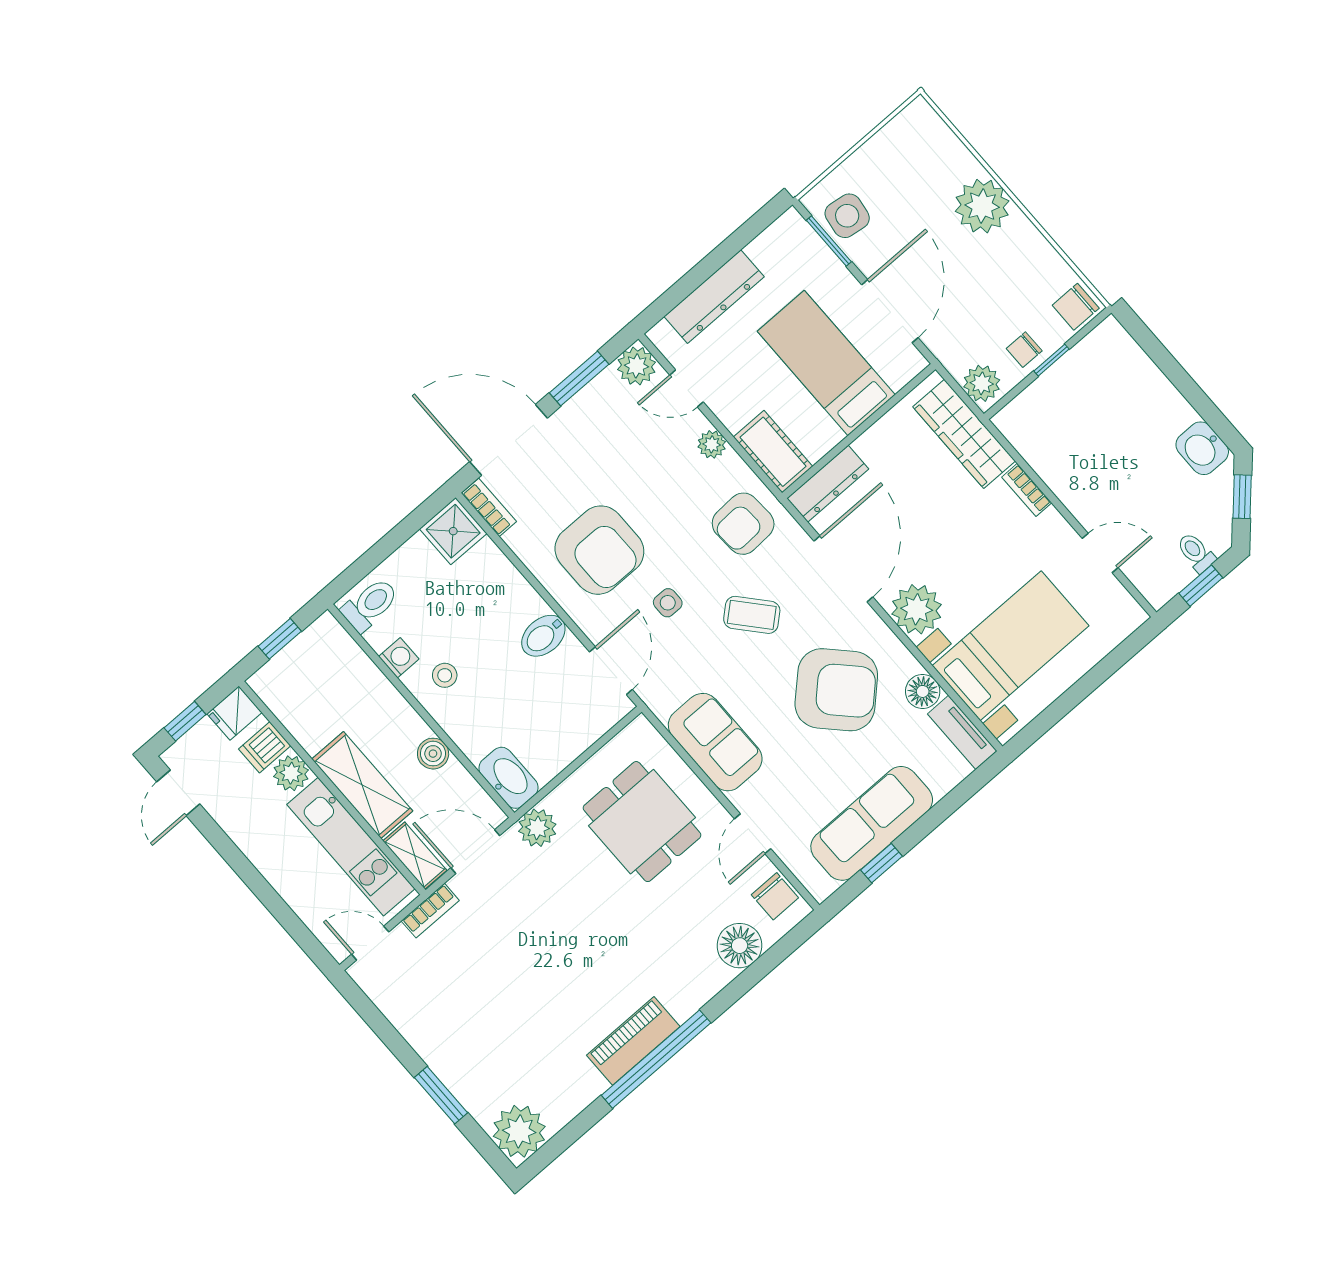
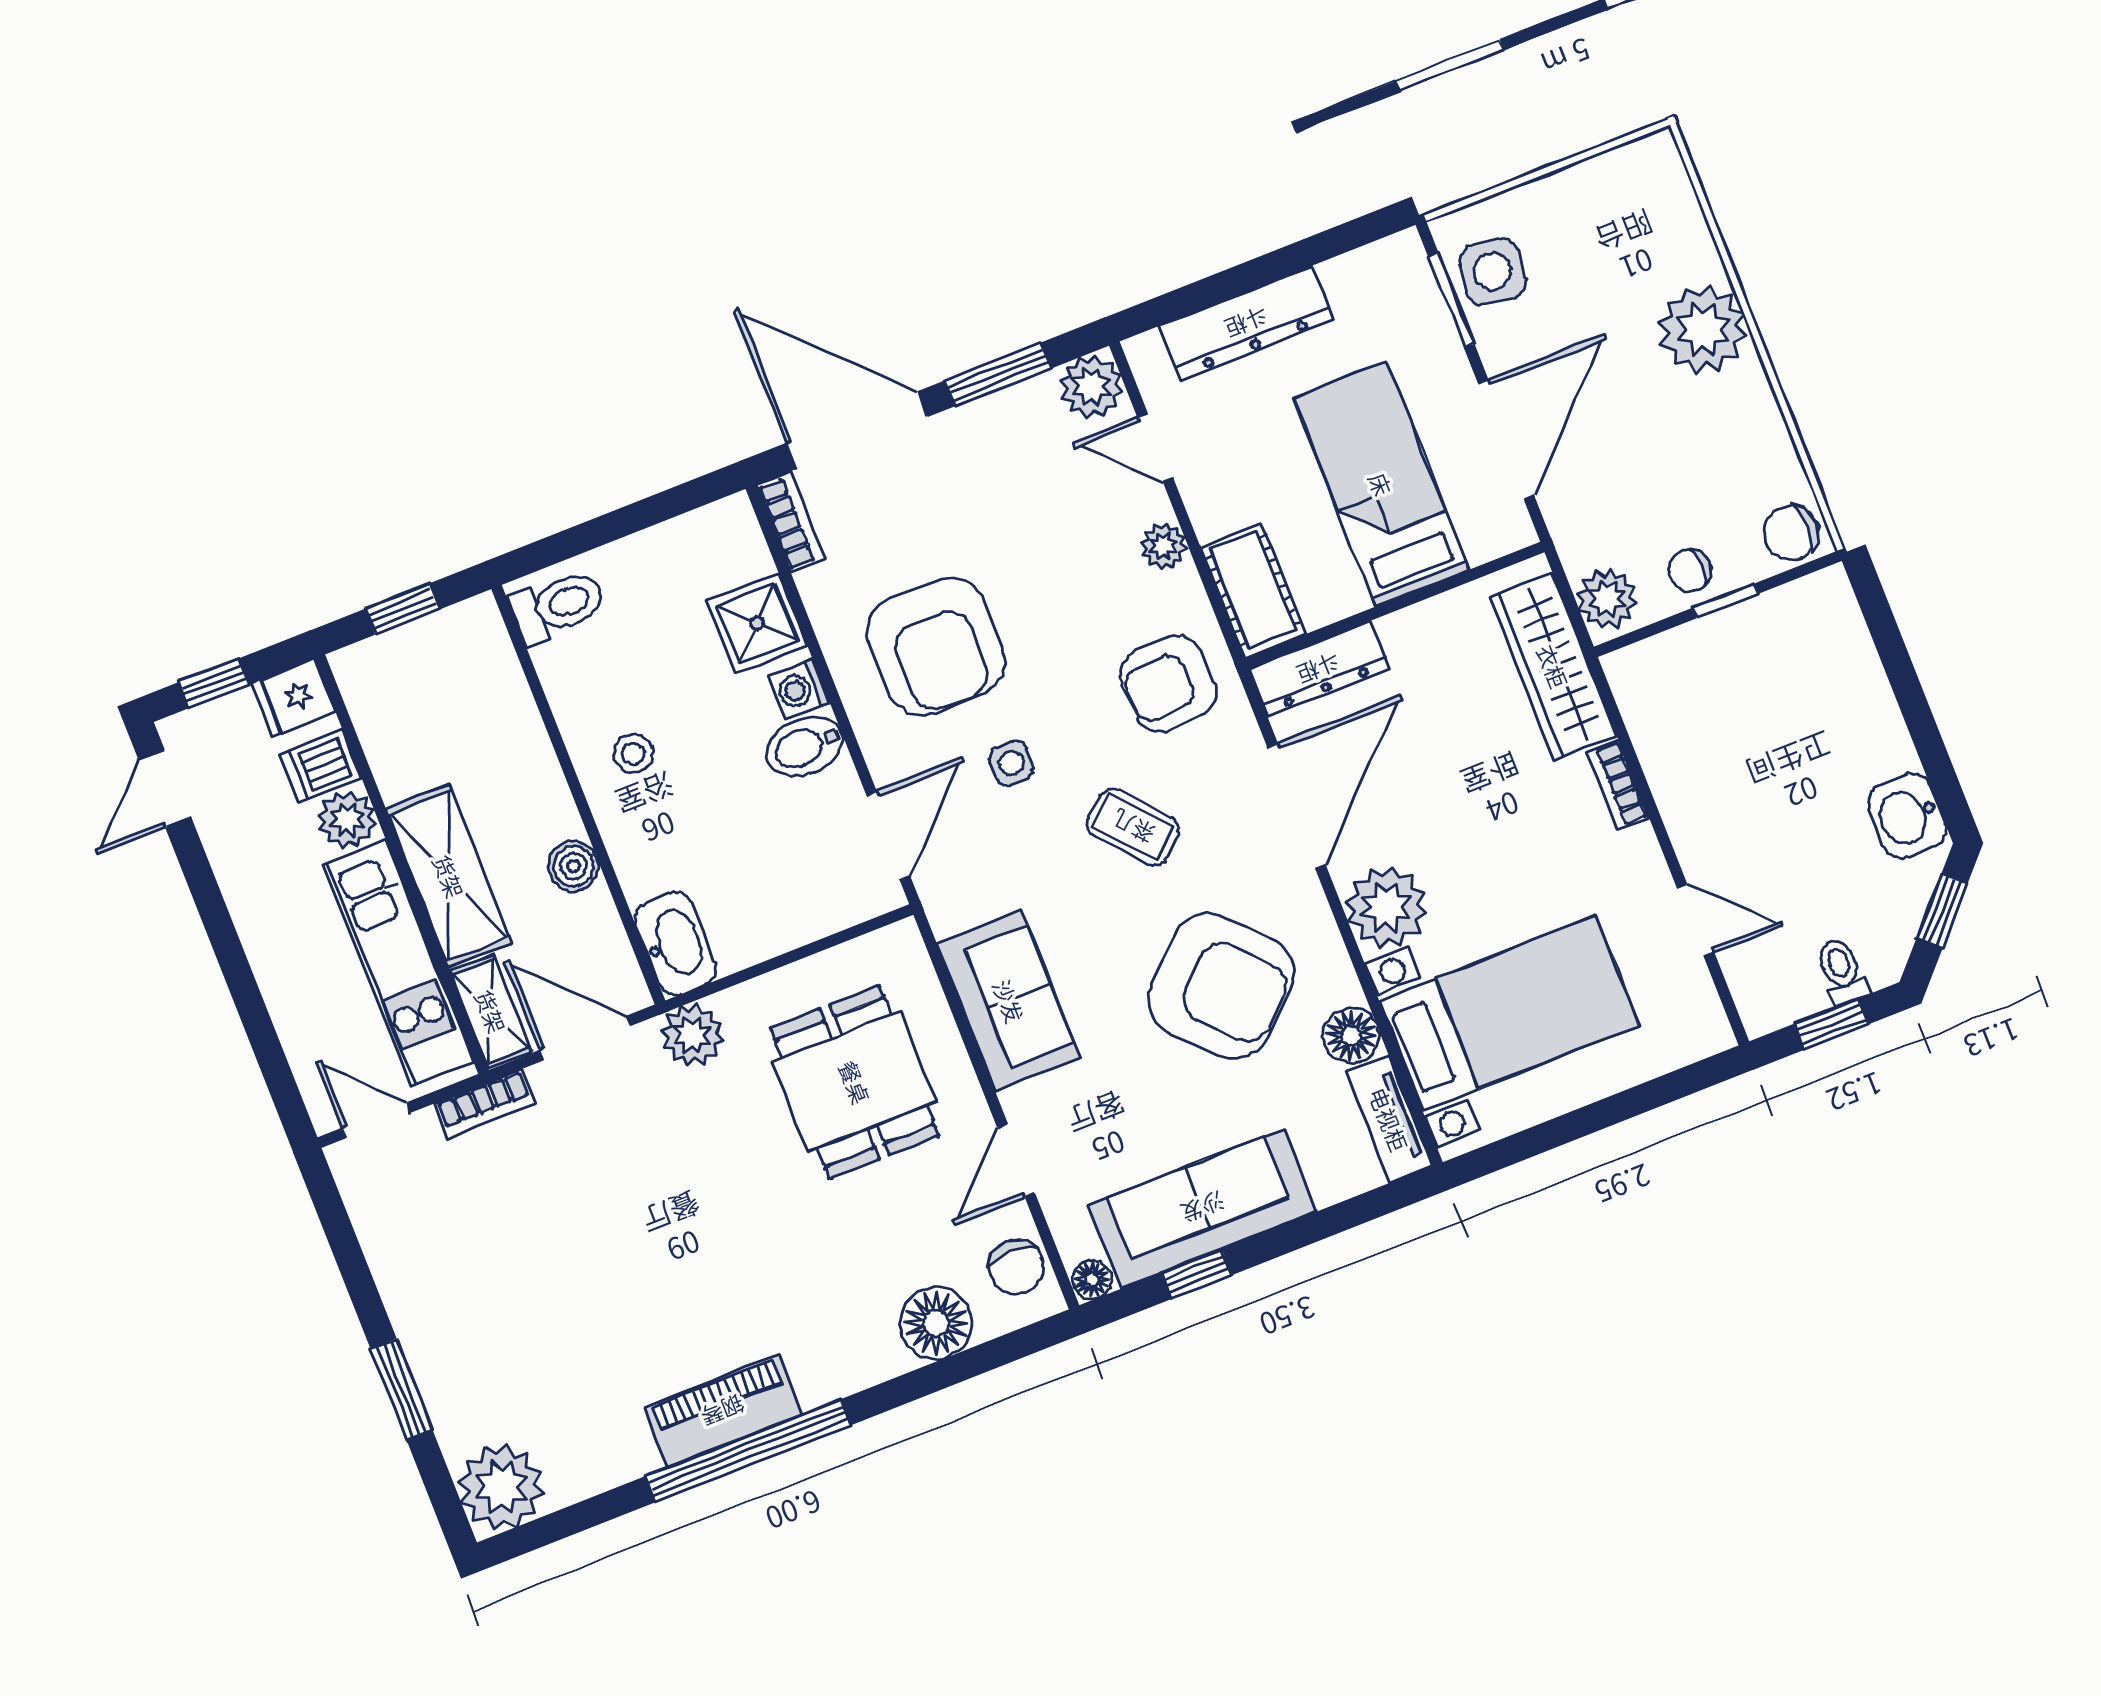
shower: (453, 531) -> (757, 623), moved
washing machine: (399, 658) -> (800, 689), moved, turned 180
floor lamp: (822, 888) -> (1092, 1280), added

